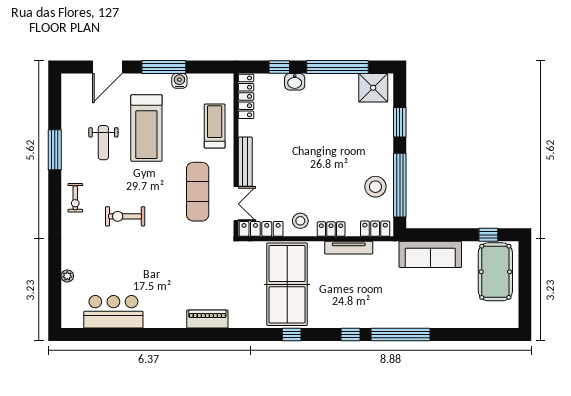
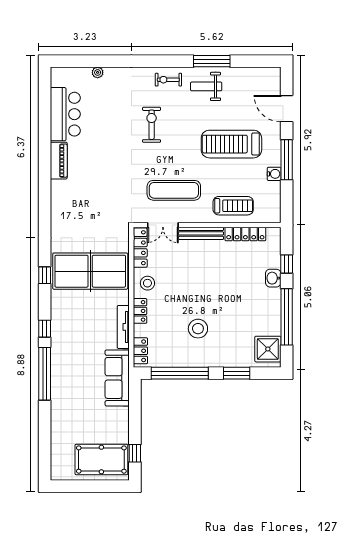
locker: (246, 96) -> (245, 234), moved
weight bench: (103, 143) -> (206, 86), moved
stool: (375, 187) -> (198, 329), moved
sofa: (430, 254) -> (117, 378), moved
piano: (207, 319) -> (59, 161), moved

